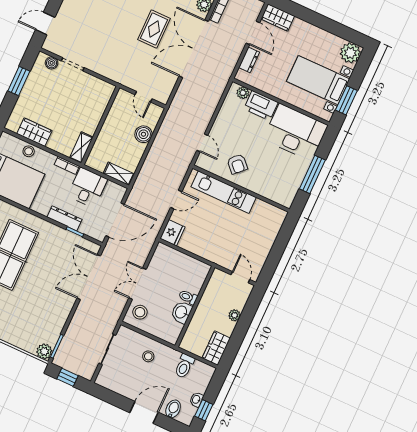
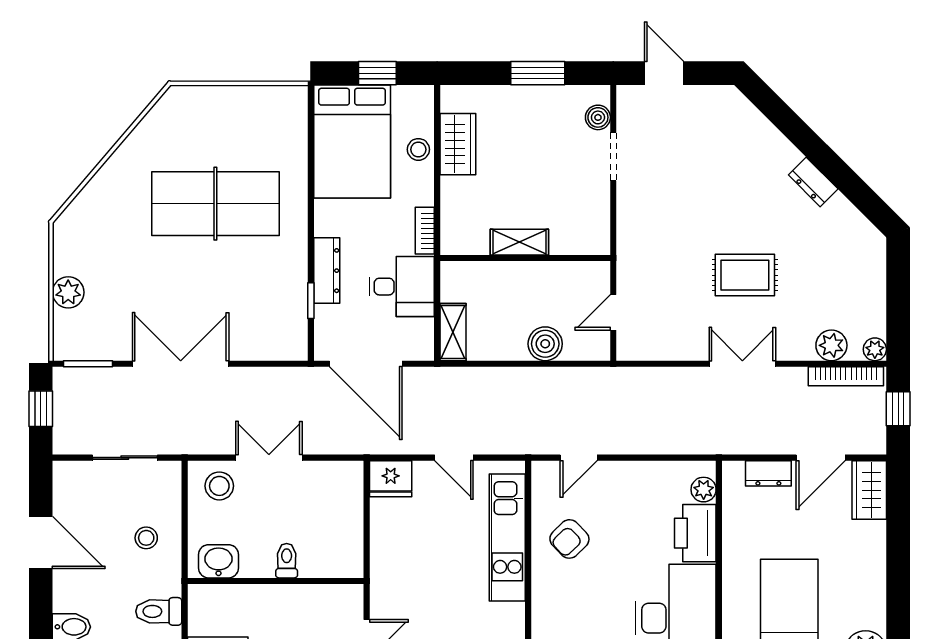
double door: (194, 49) -> (742, 364), width x0.54
shelving: (81, 148) -> (519, 242), moved
double door: (89, 277) -> (181, 364), moved
washbasin: (181, 312) -> (218, 561), moved
plant: (44, 351) -> (68, 292), moved
door: (144, 412) -> (41, 542), moved

